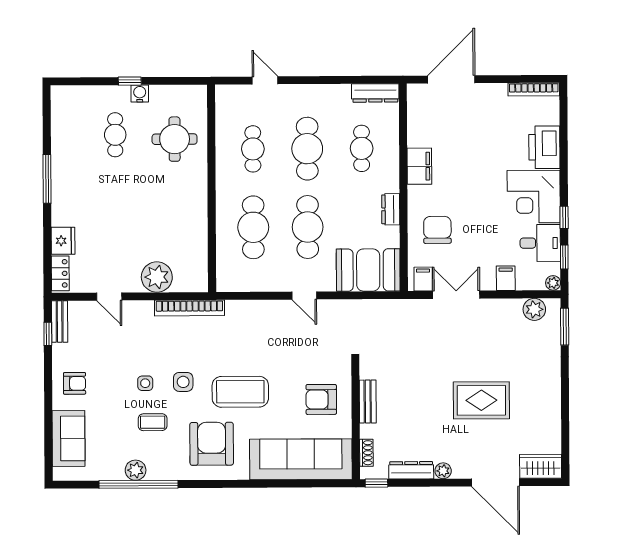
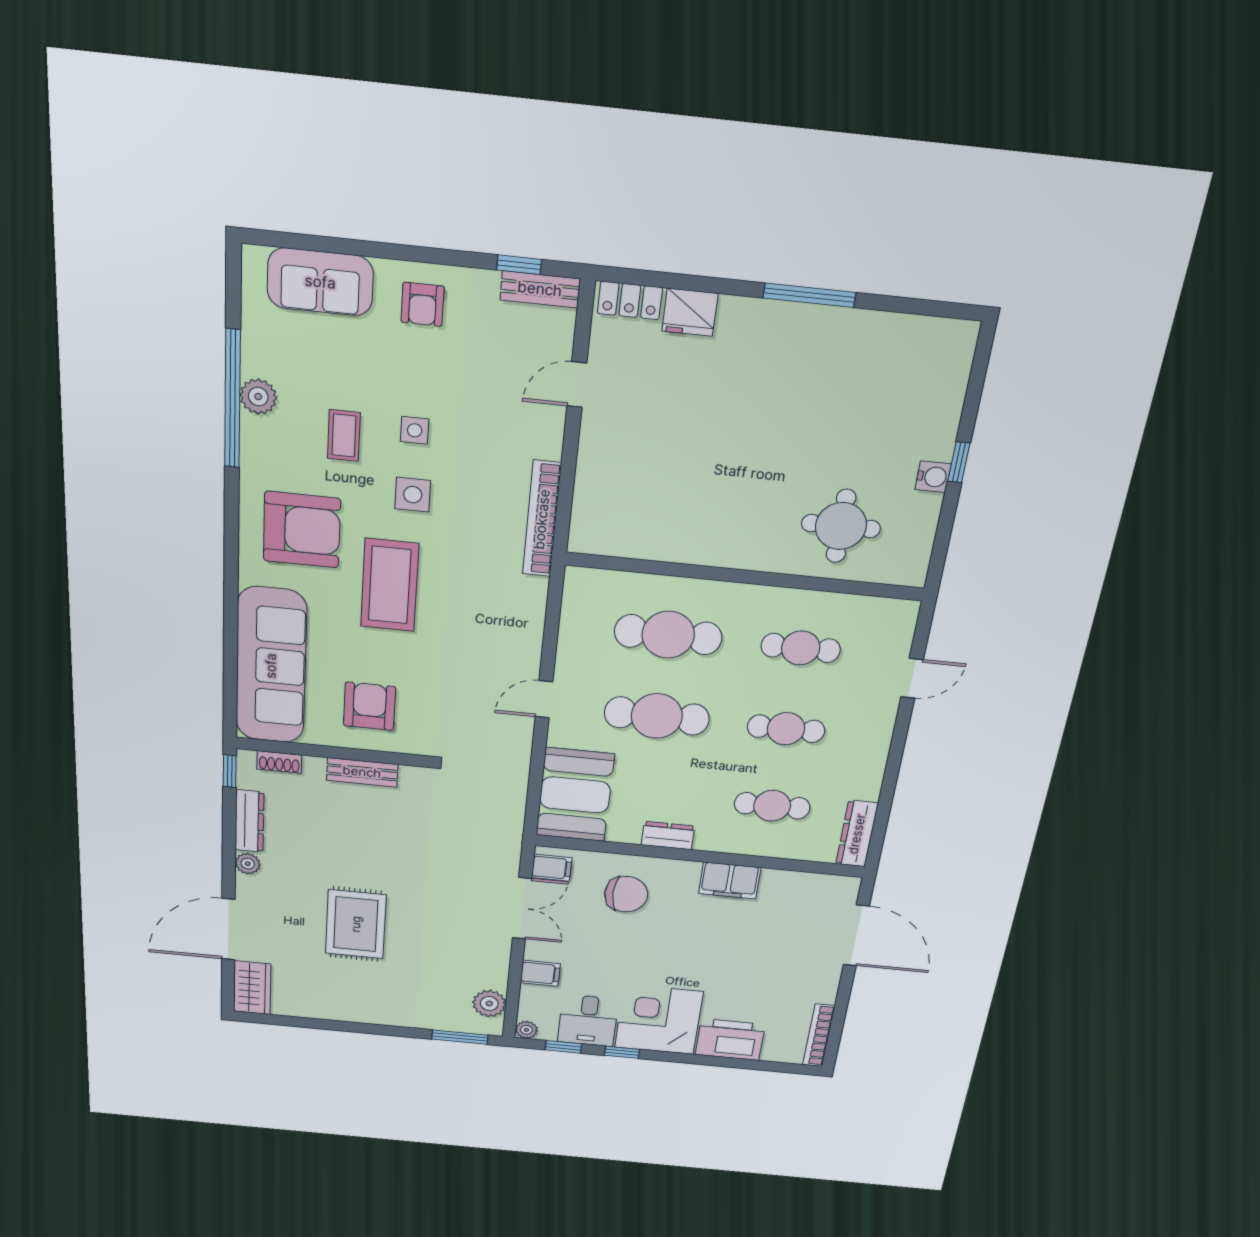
cafe table: (115, 135) -> (868, 427), removed
cafe table: (307, 149) -> (786, 729), width x0.73, depth x0.74
plant: (157, 277) -> (602, 471), removed

